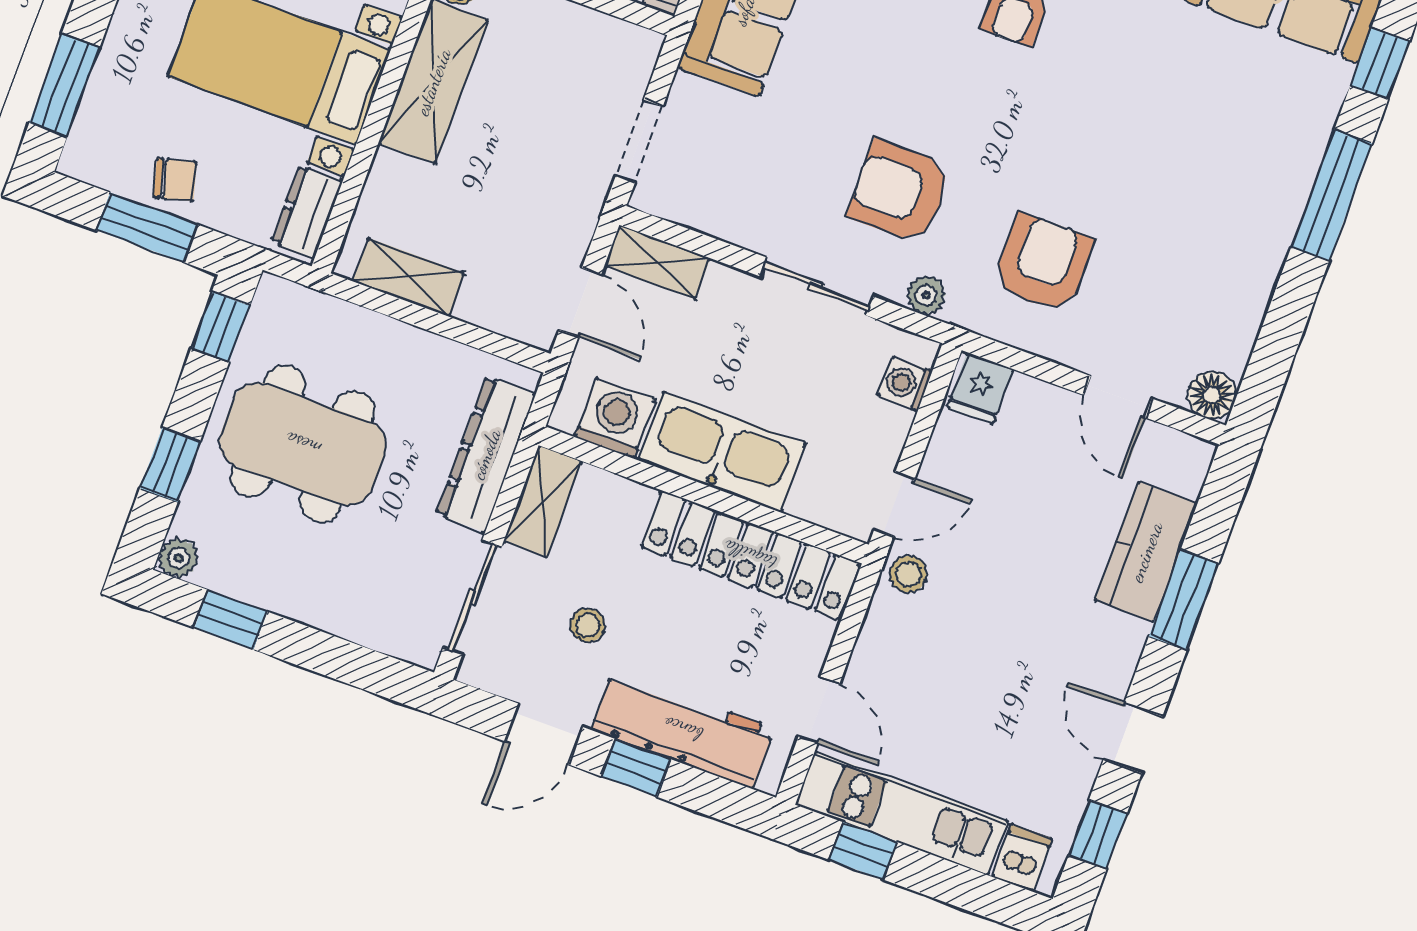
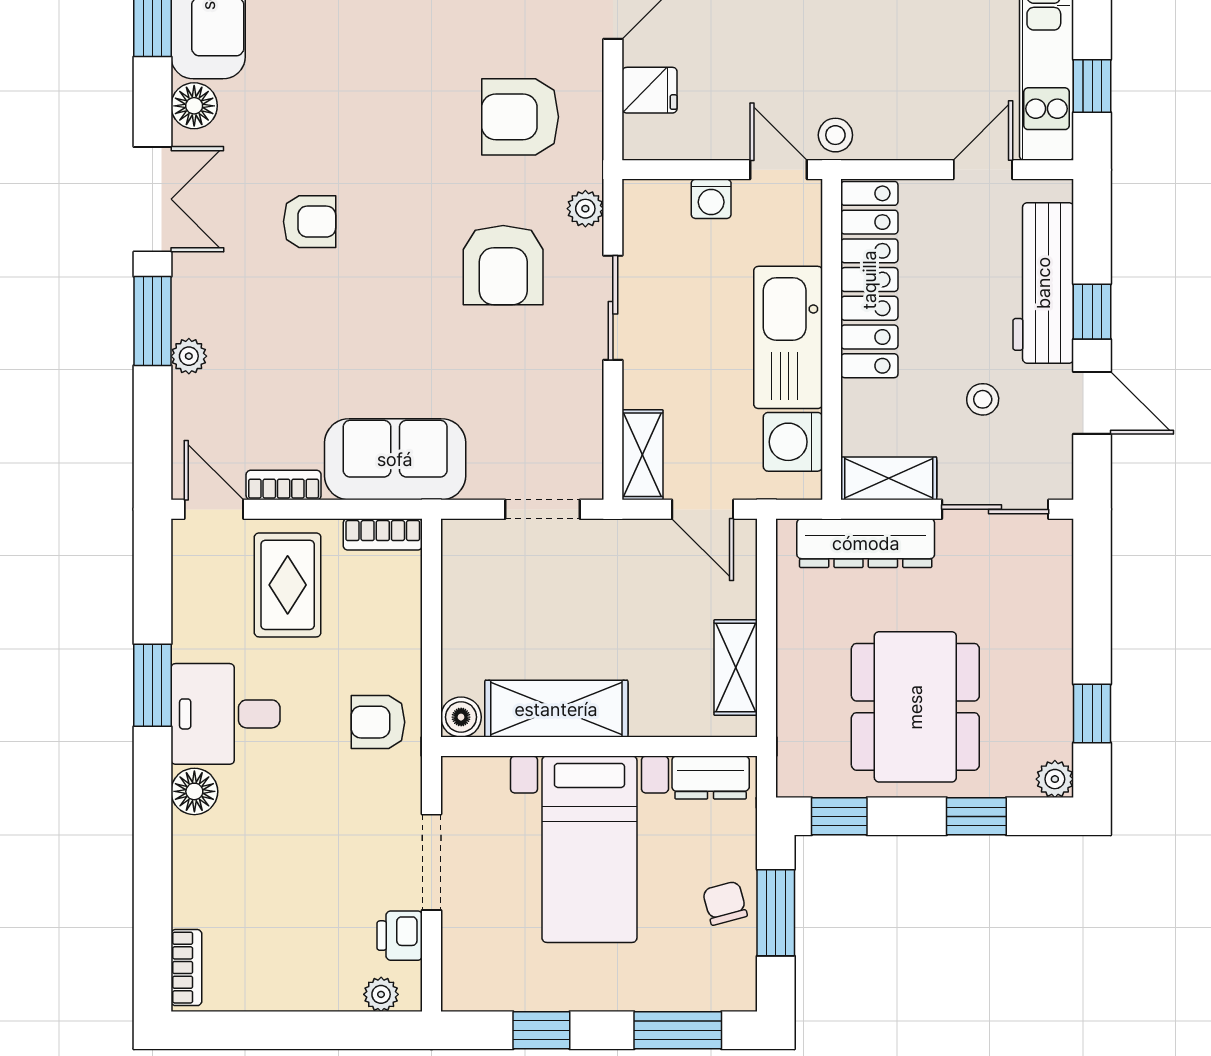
door: (580, 302) -> (703, 509), swing flipped
washing machine: (905, 384) -> (711, 199), moved
fridge: (980, 388) -> (650, 90), moved

